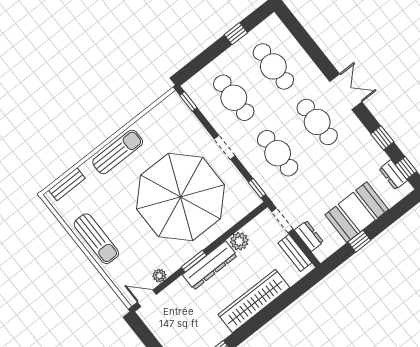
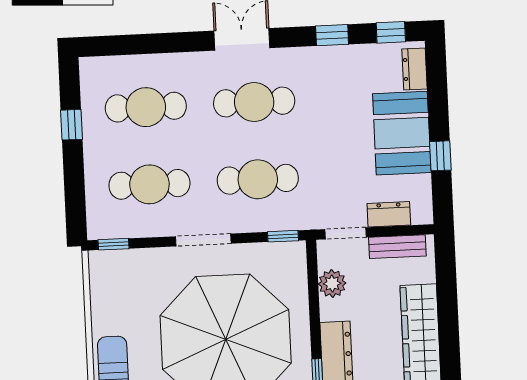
doorway: (225, 147) -> (203, 240), width x1.38
dresser: (393, 175) -> (415, 69), moved, turned 90
plant: (239, 241) -> (332, 284), moved

